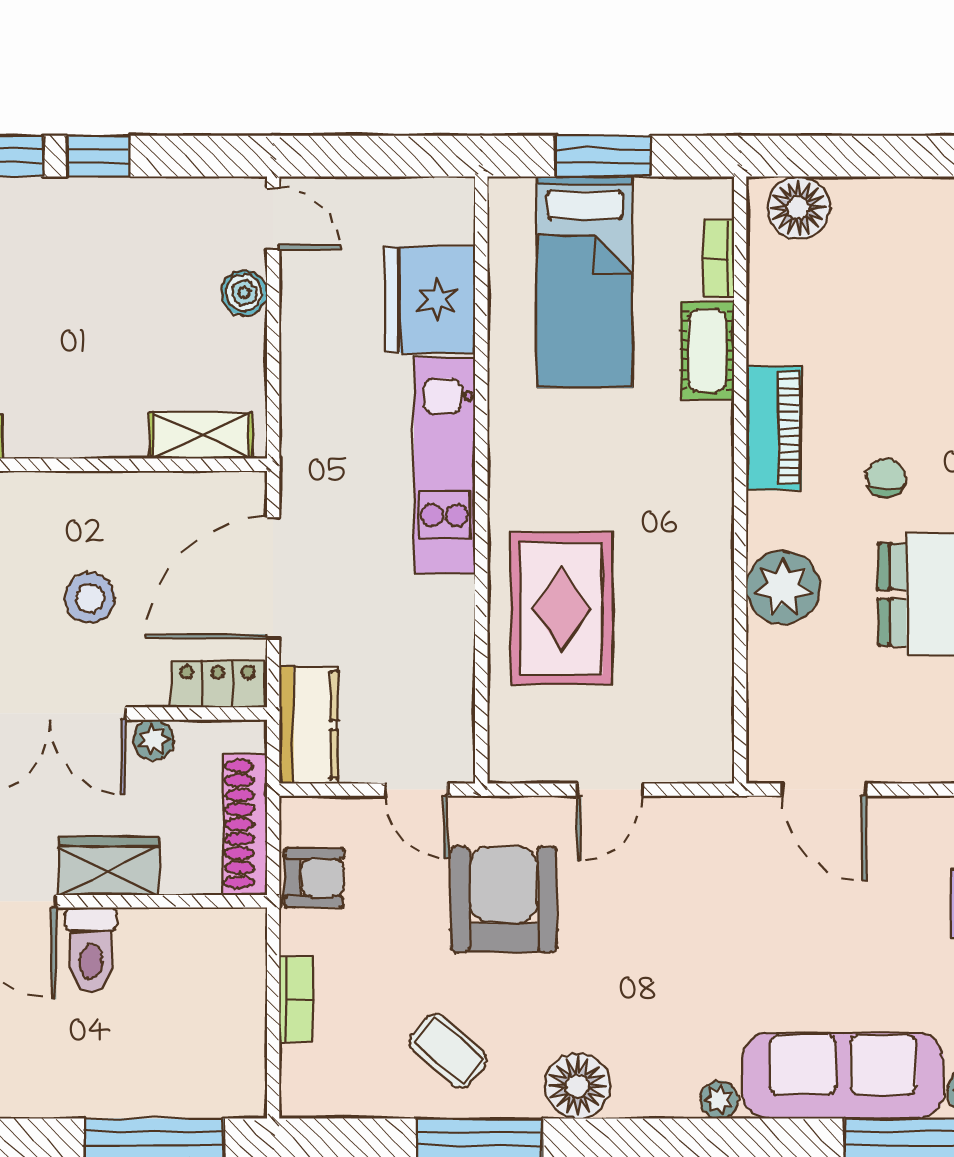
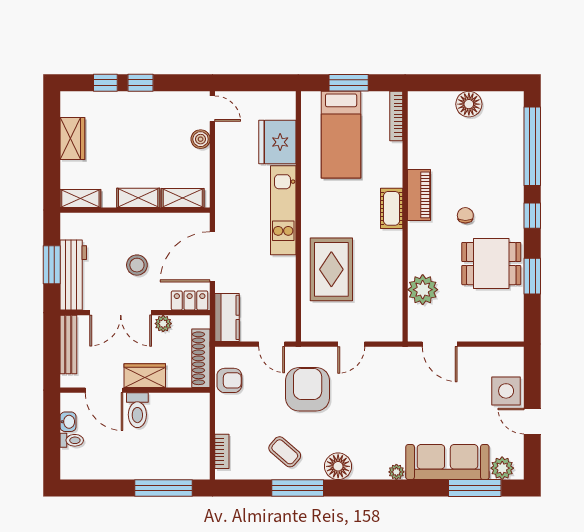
floor lamp: (798, 208) -> (469, 104), moved
bookcase: (719, 258) -> (396, 116), width x1.56
cot: (707, 350) -> (392, 208), moved
shelving: (93, 435) -> (138, 198), added
plant: (783, 587) -> (423, 290), moved
bookcase: (296, 1000) -> (222, 451), moved

